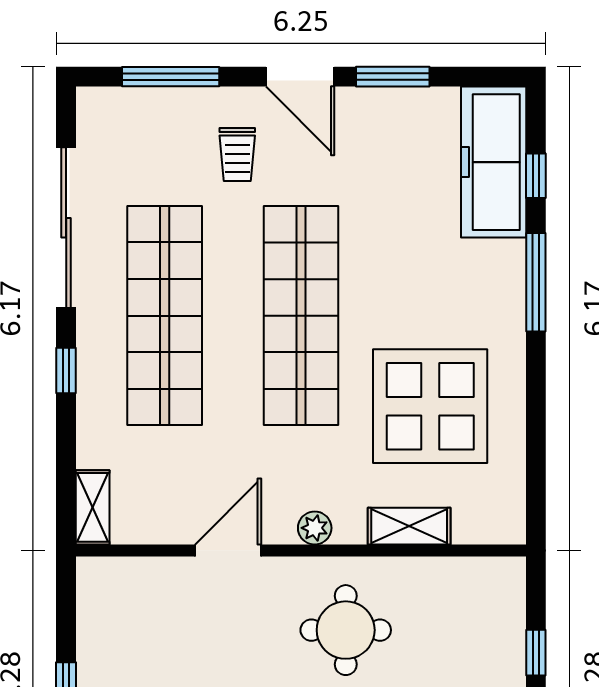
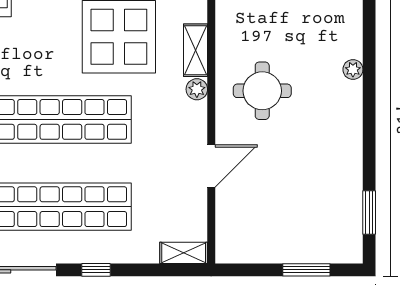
plant: (315, 528) -> (197, 89), moved
door: (228, 550) -> (211, 166), swing flipped

